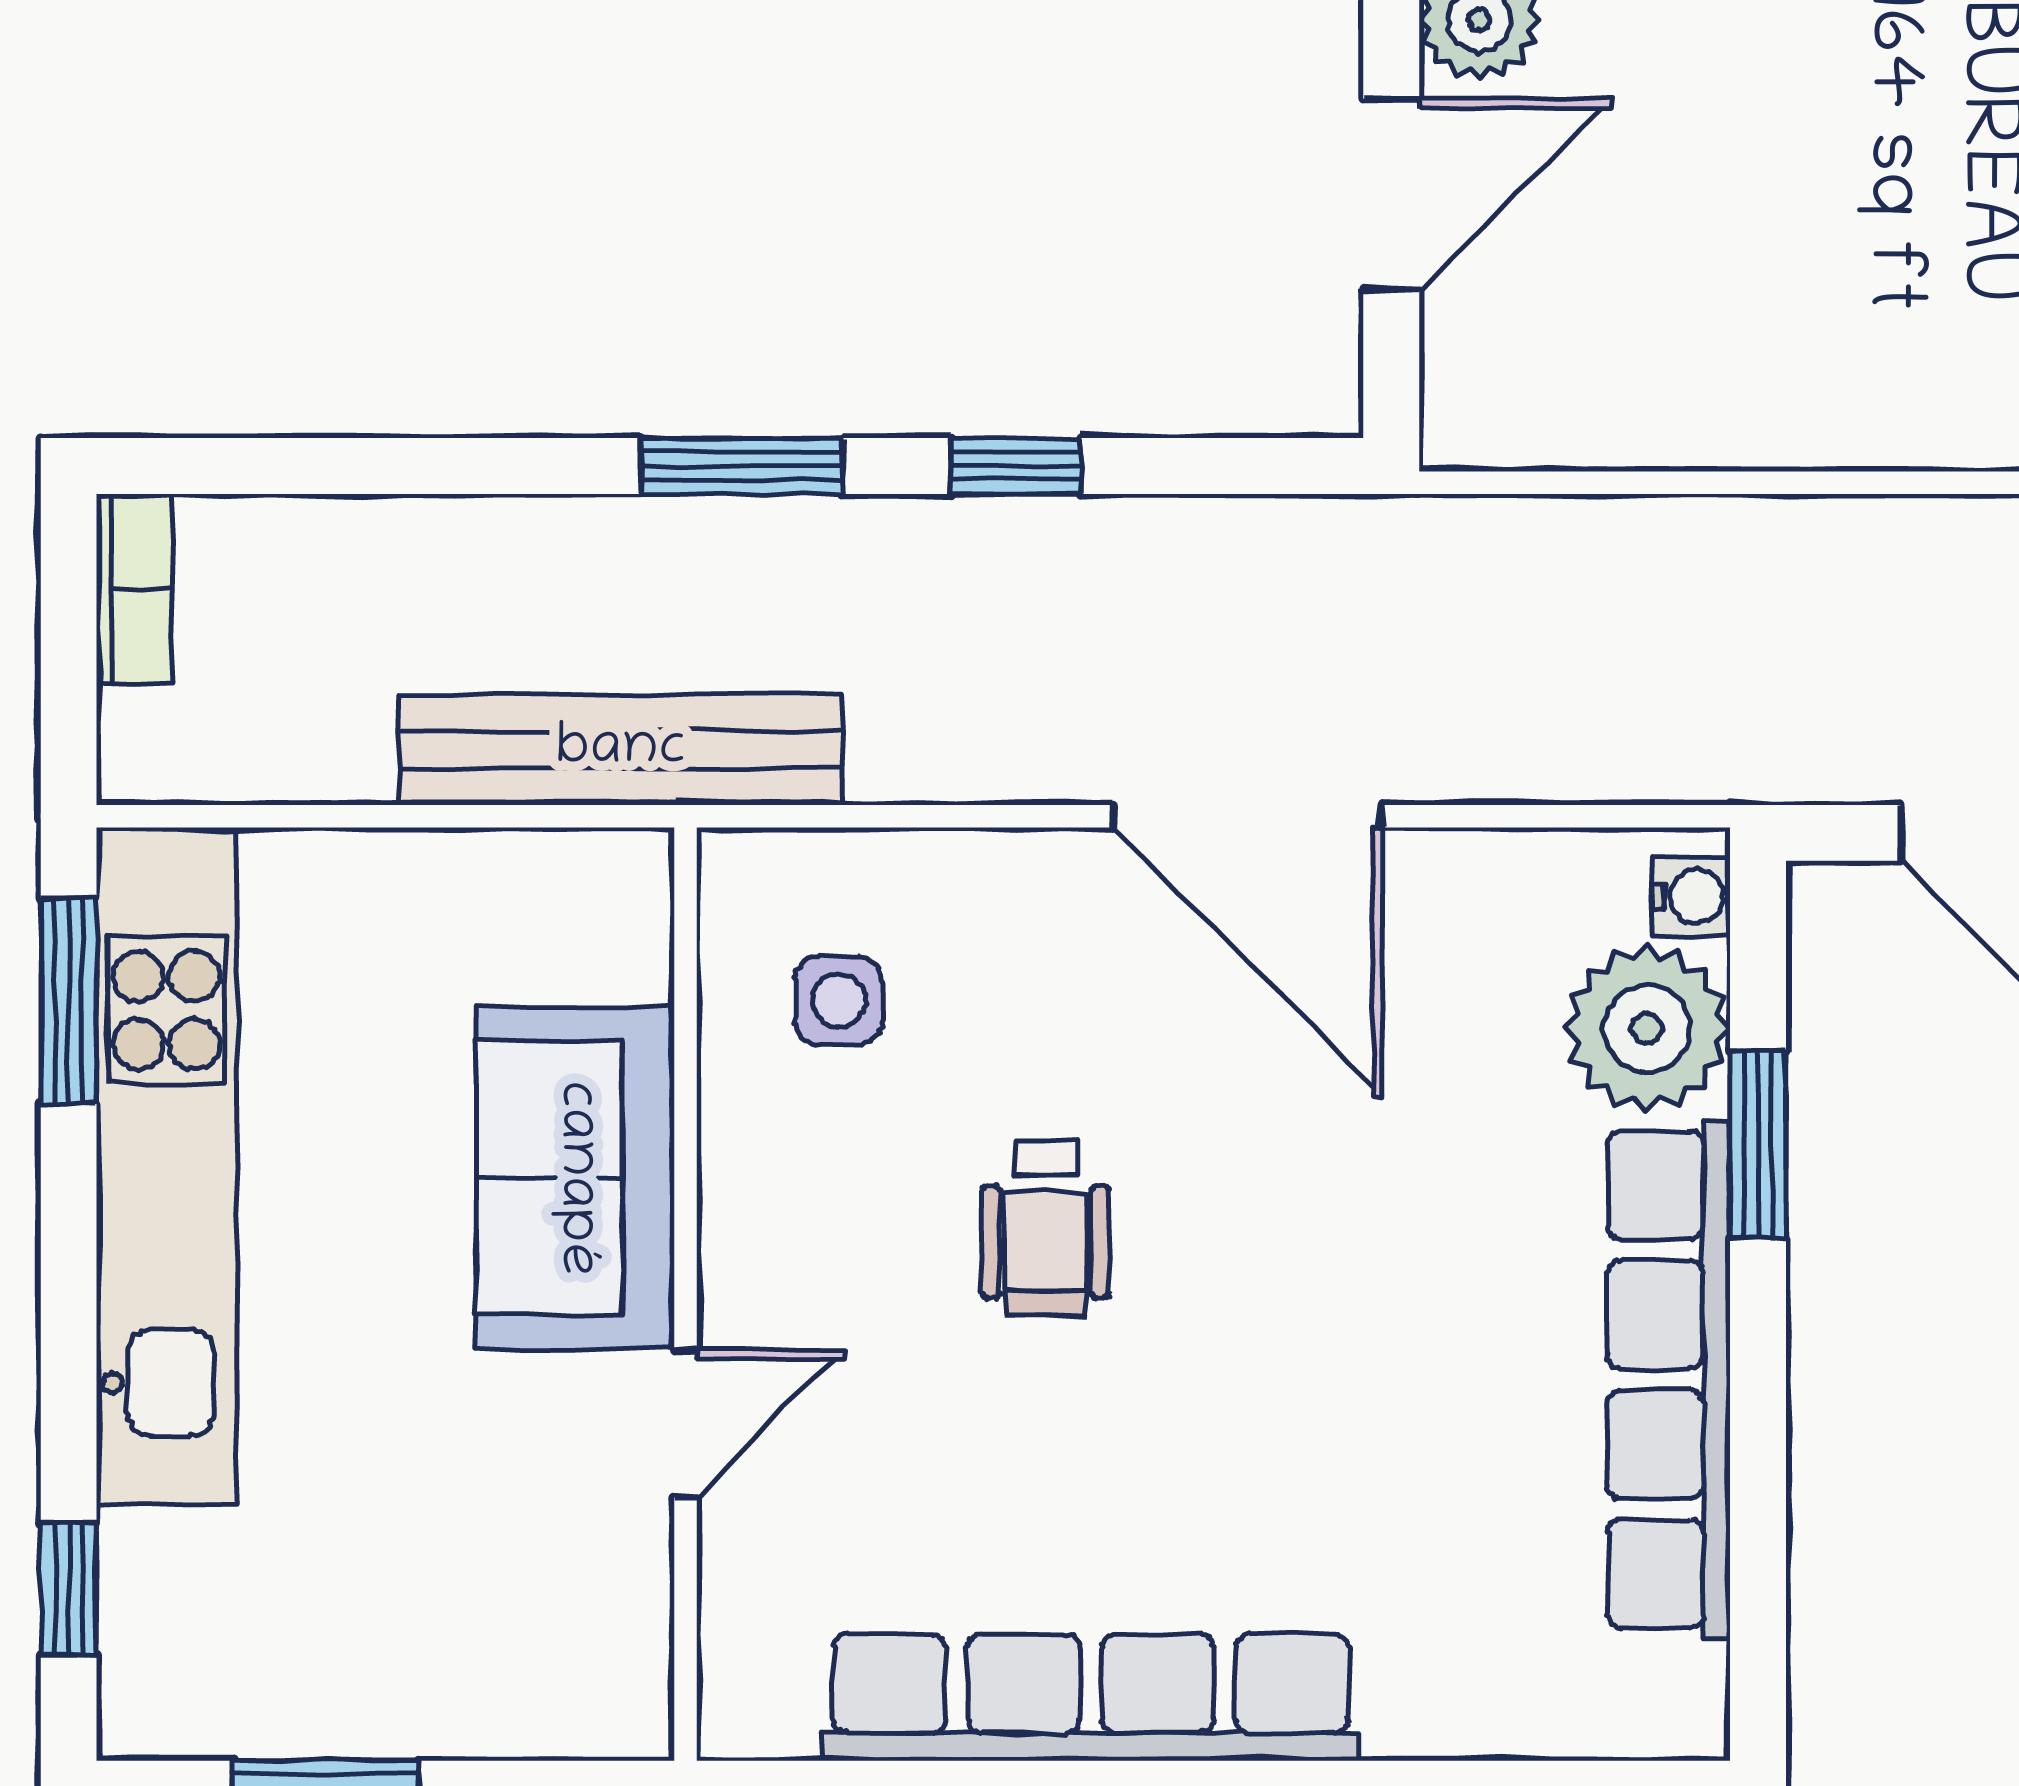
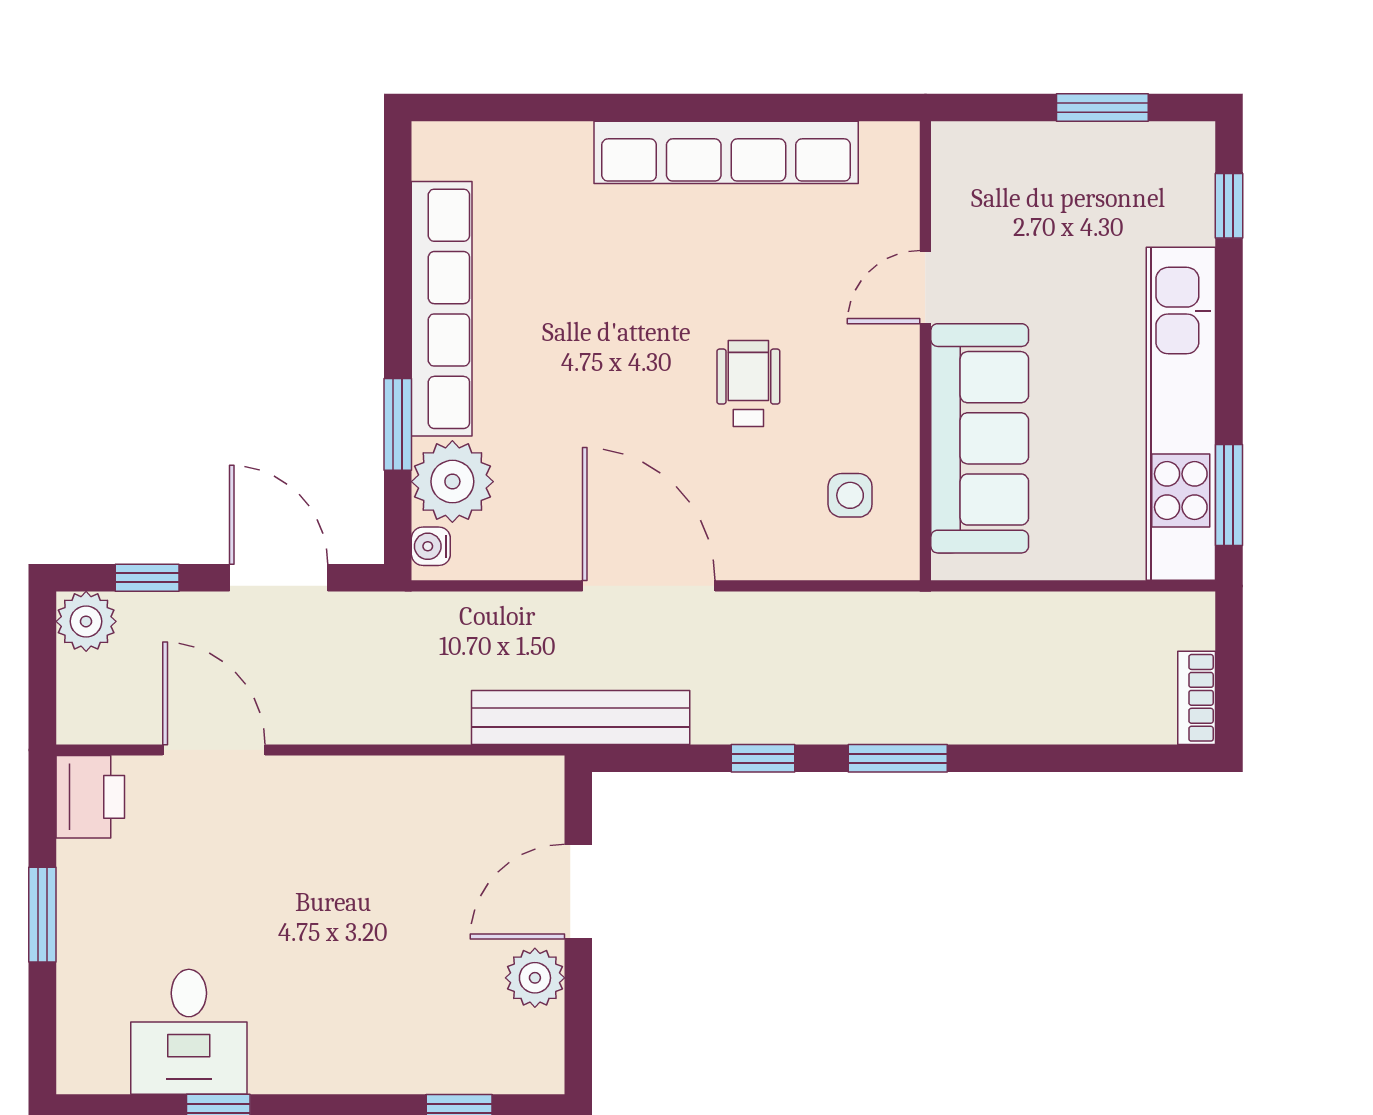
bench: (621, 750) -> (581, 717), moved
sofa: (575, 1178) -> (980, 438), width x1.36

